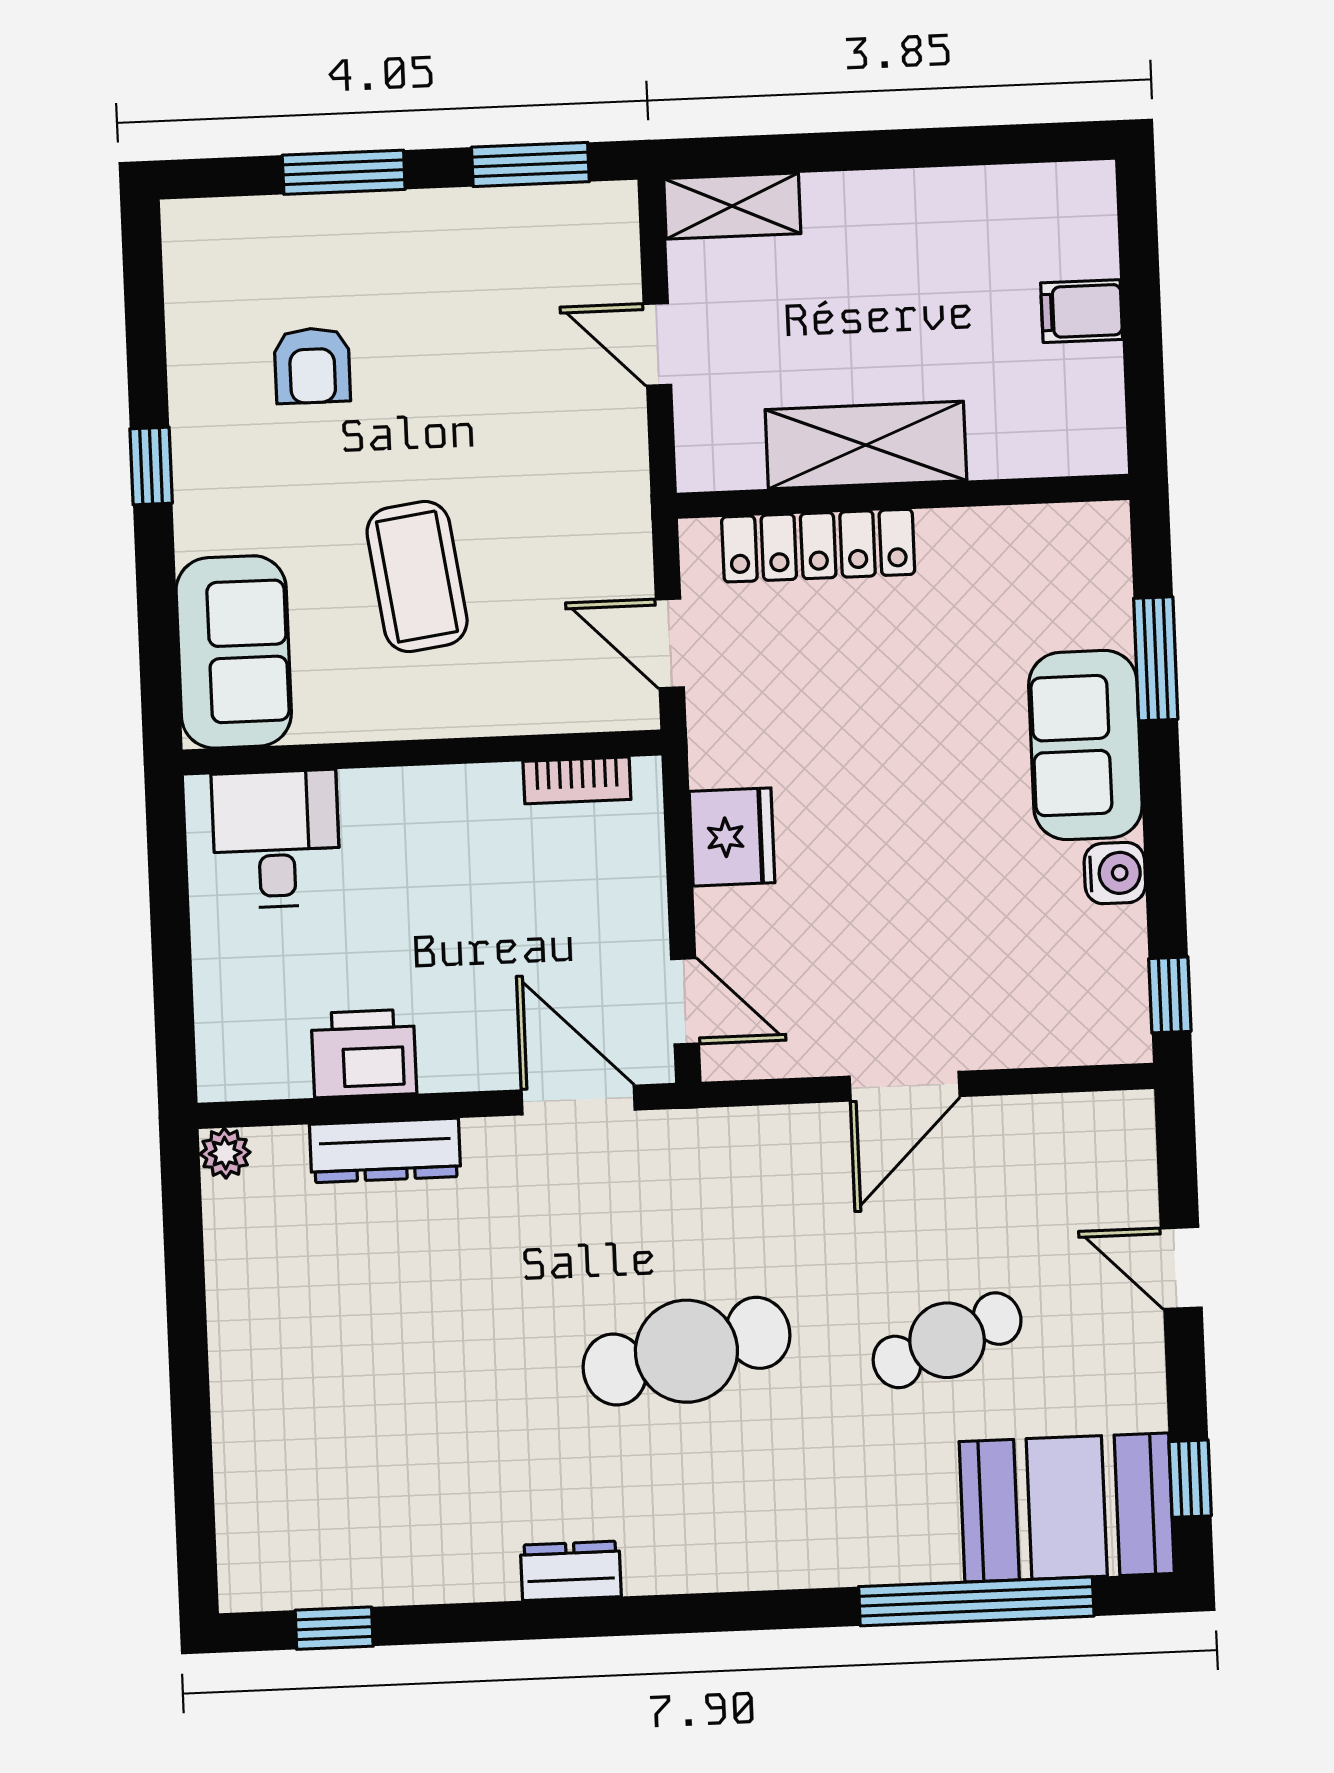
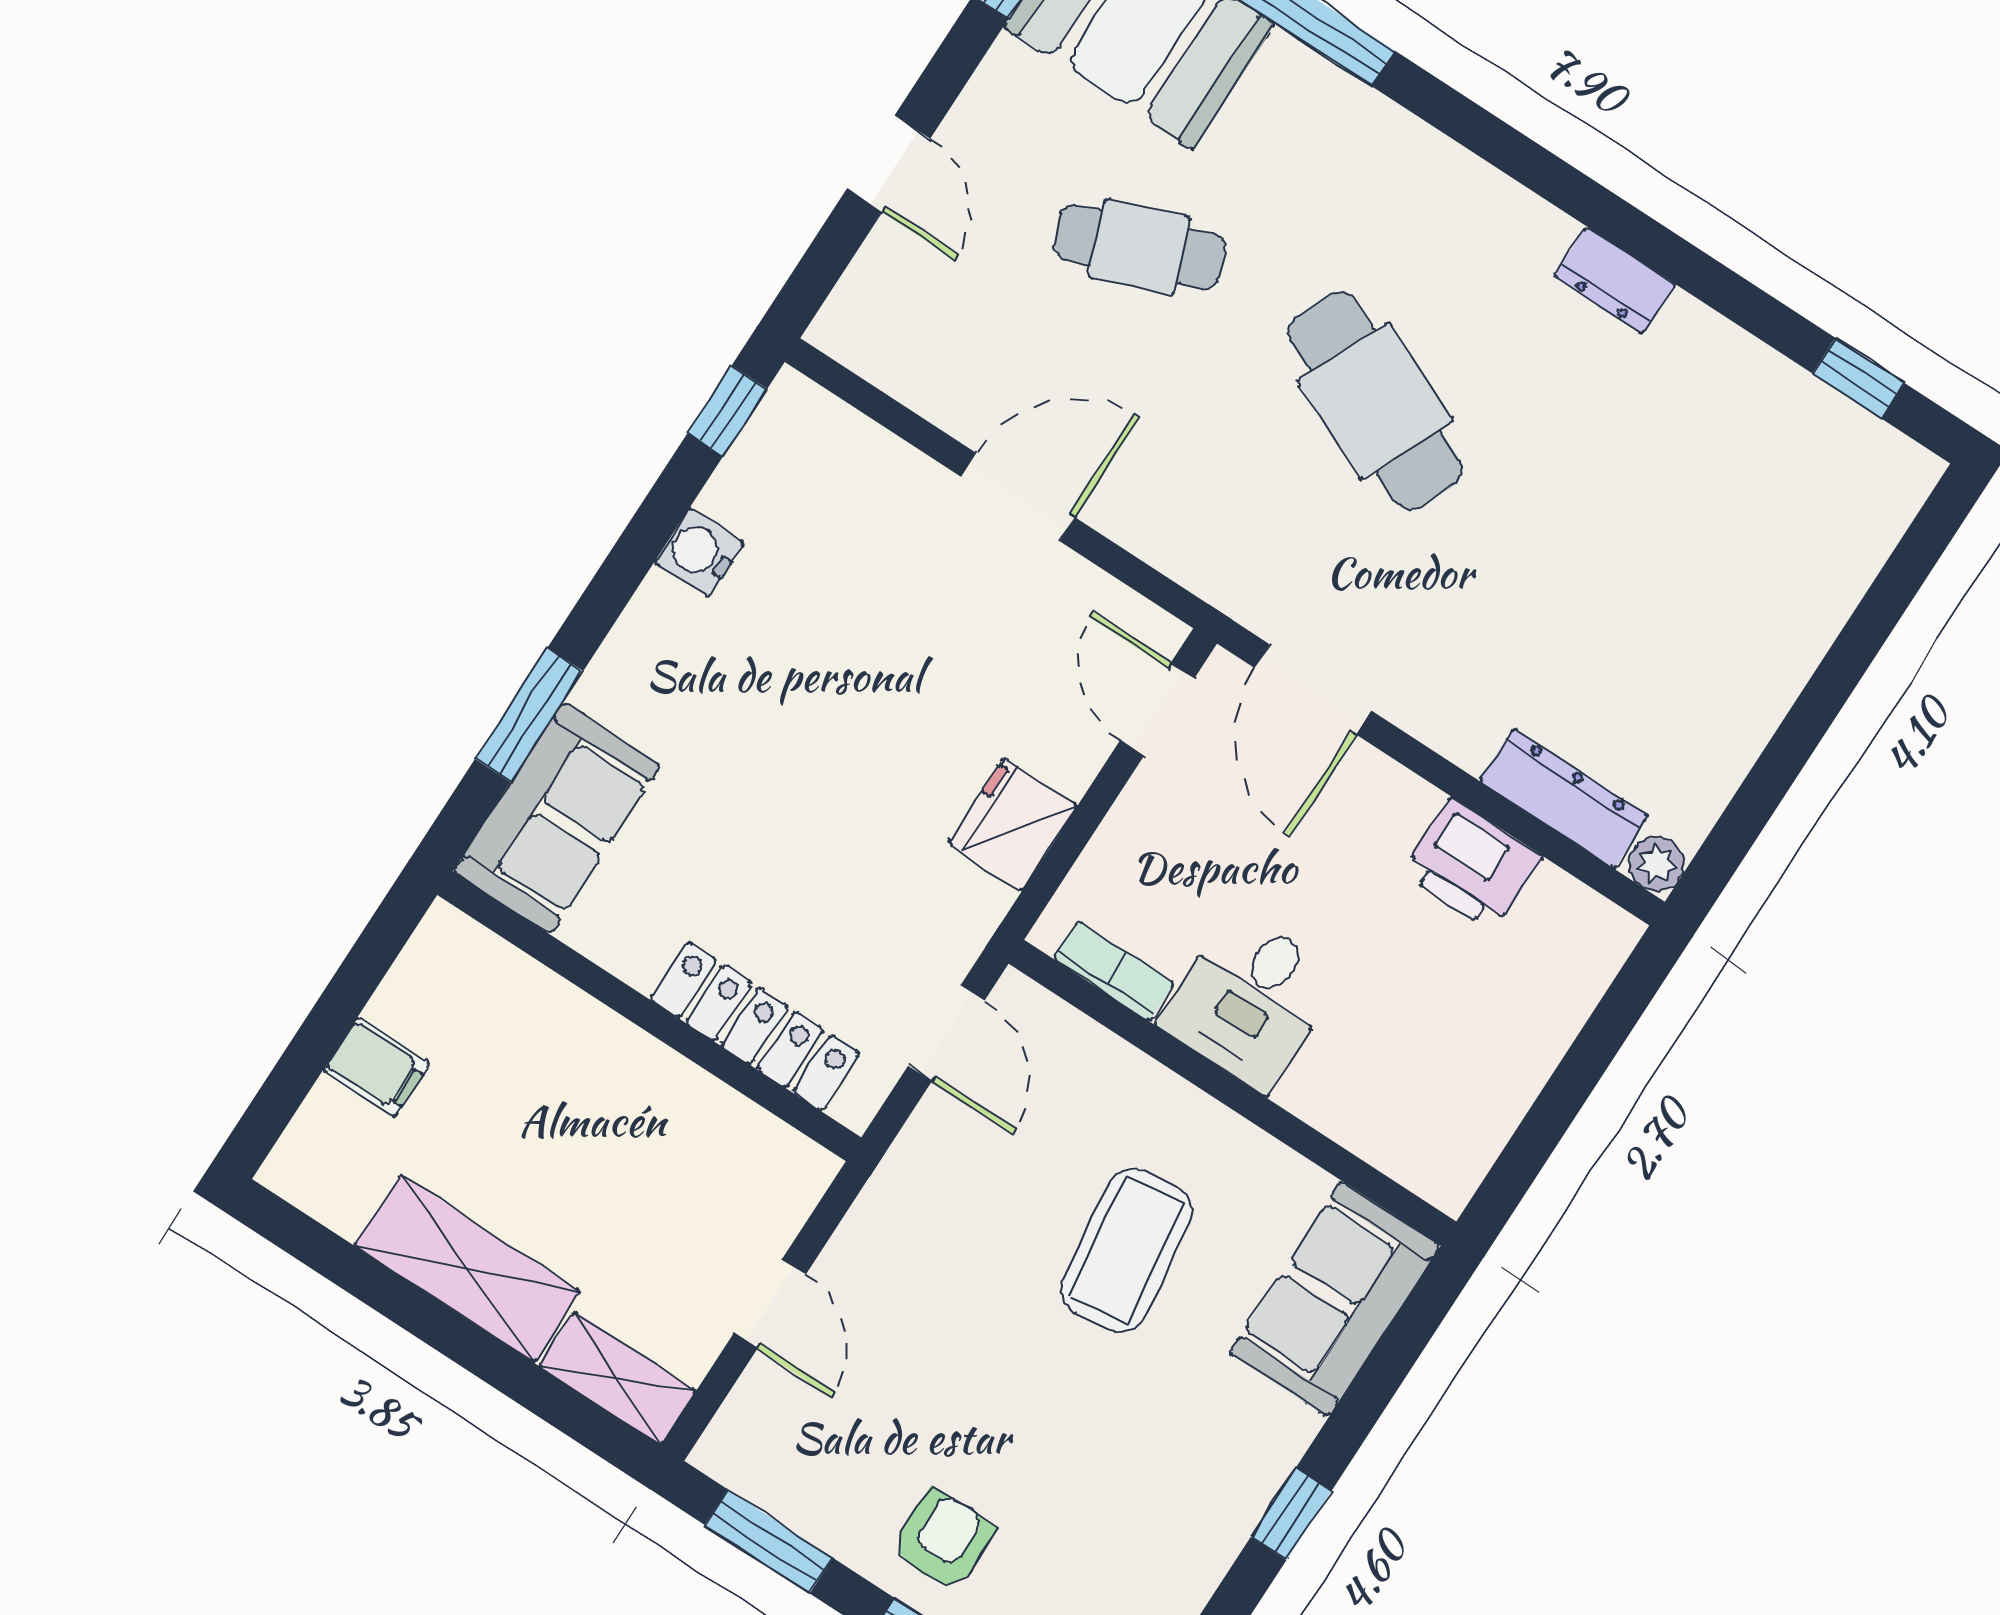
armchair: (312, 366) -> (943, 1540), moved
shelving: (866, 445) -> (467, 1268), moved
sofa: (1085, 745) -> (557, 818), moved
desk: (276, 839) -> (1250, 1000), moved
dresser: (385, 1150) -> (1564, 798), moved
cafe table: (686, 1351) -> (1375, 401), turned 36

